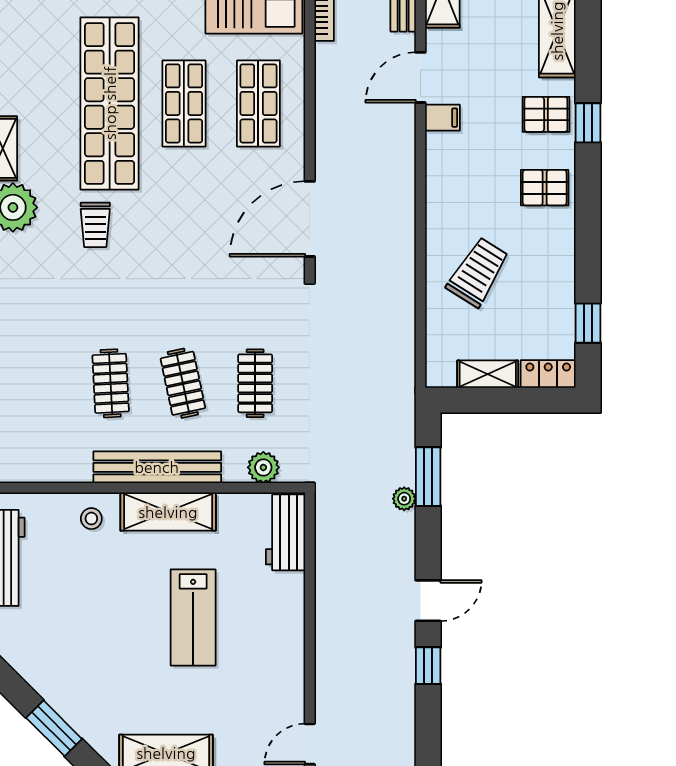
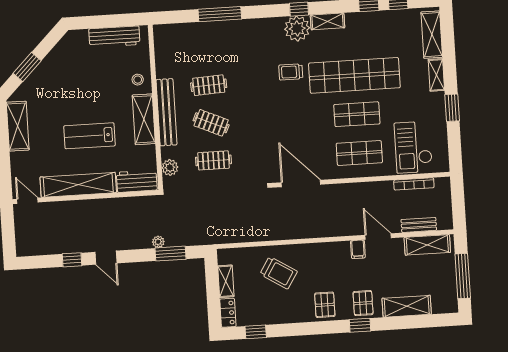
clothes rail: (183, 383) -> (211, 123), turned 36
shelving: (285, 645) -> (78, 185), added

